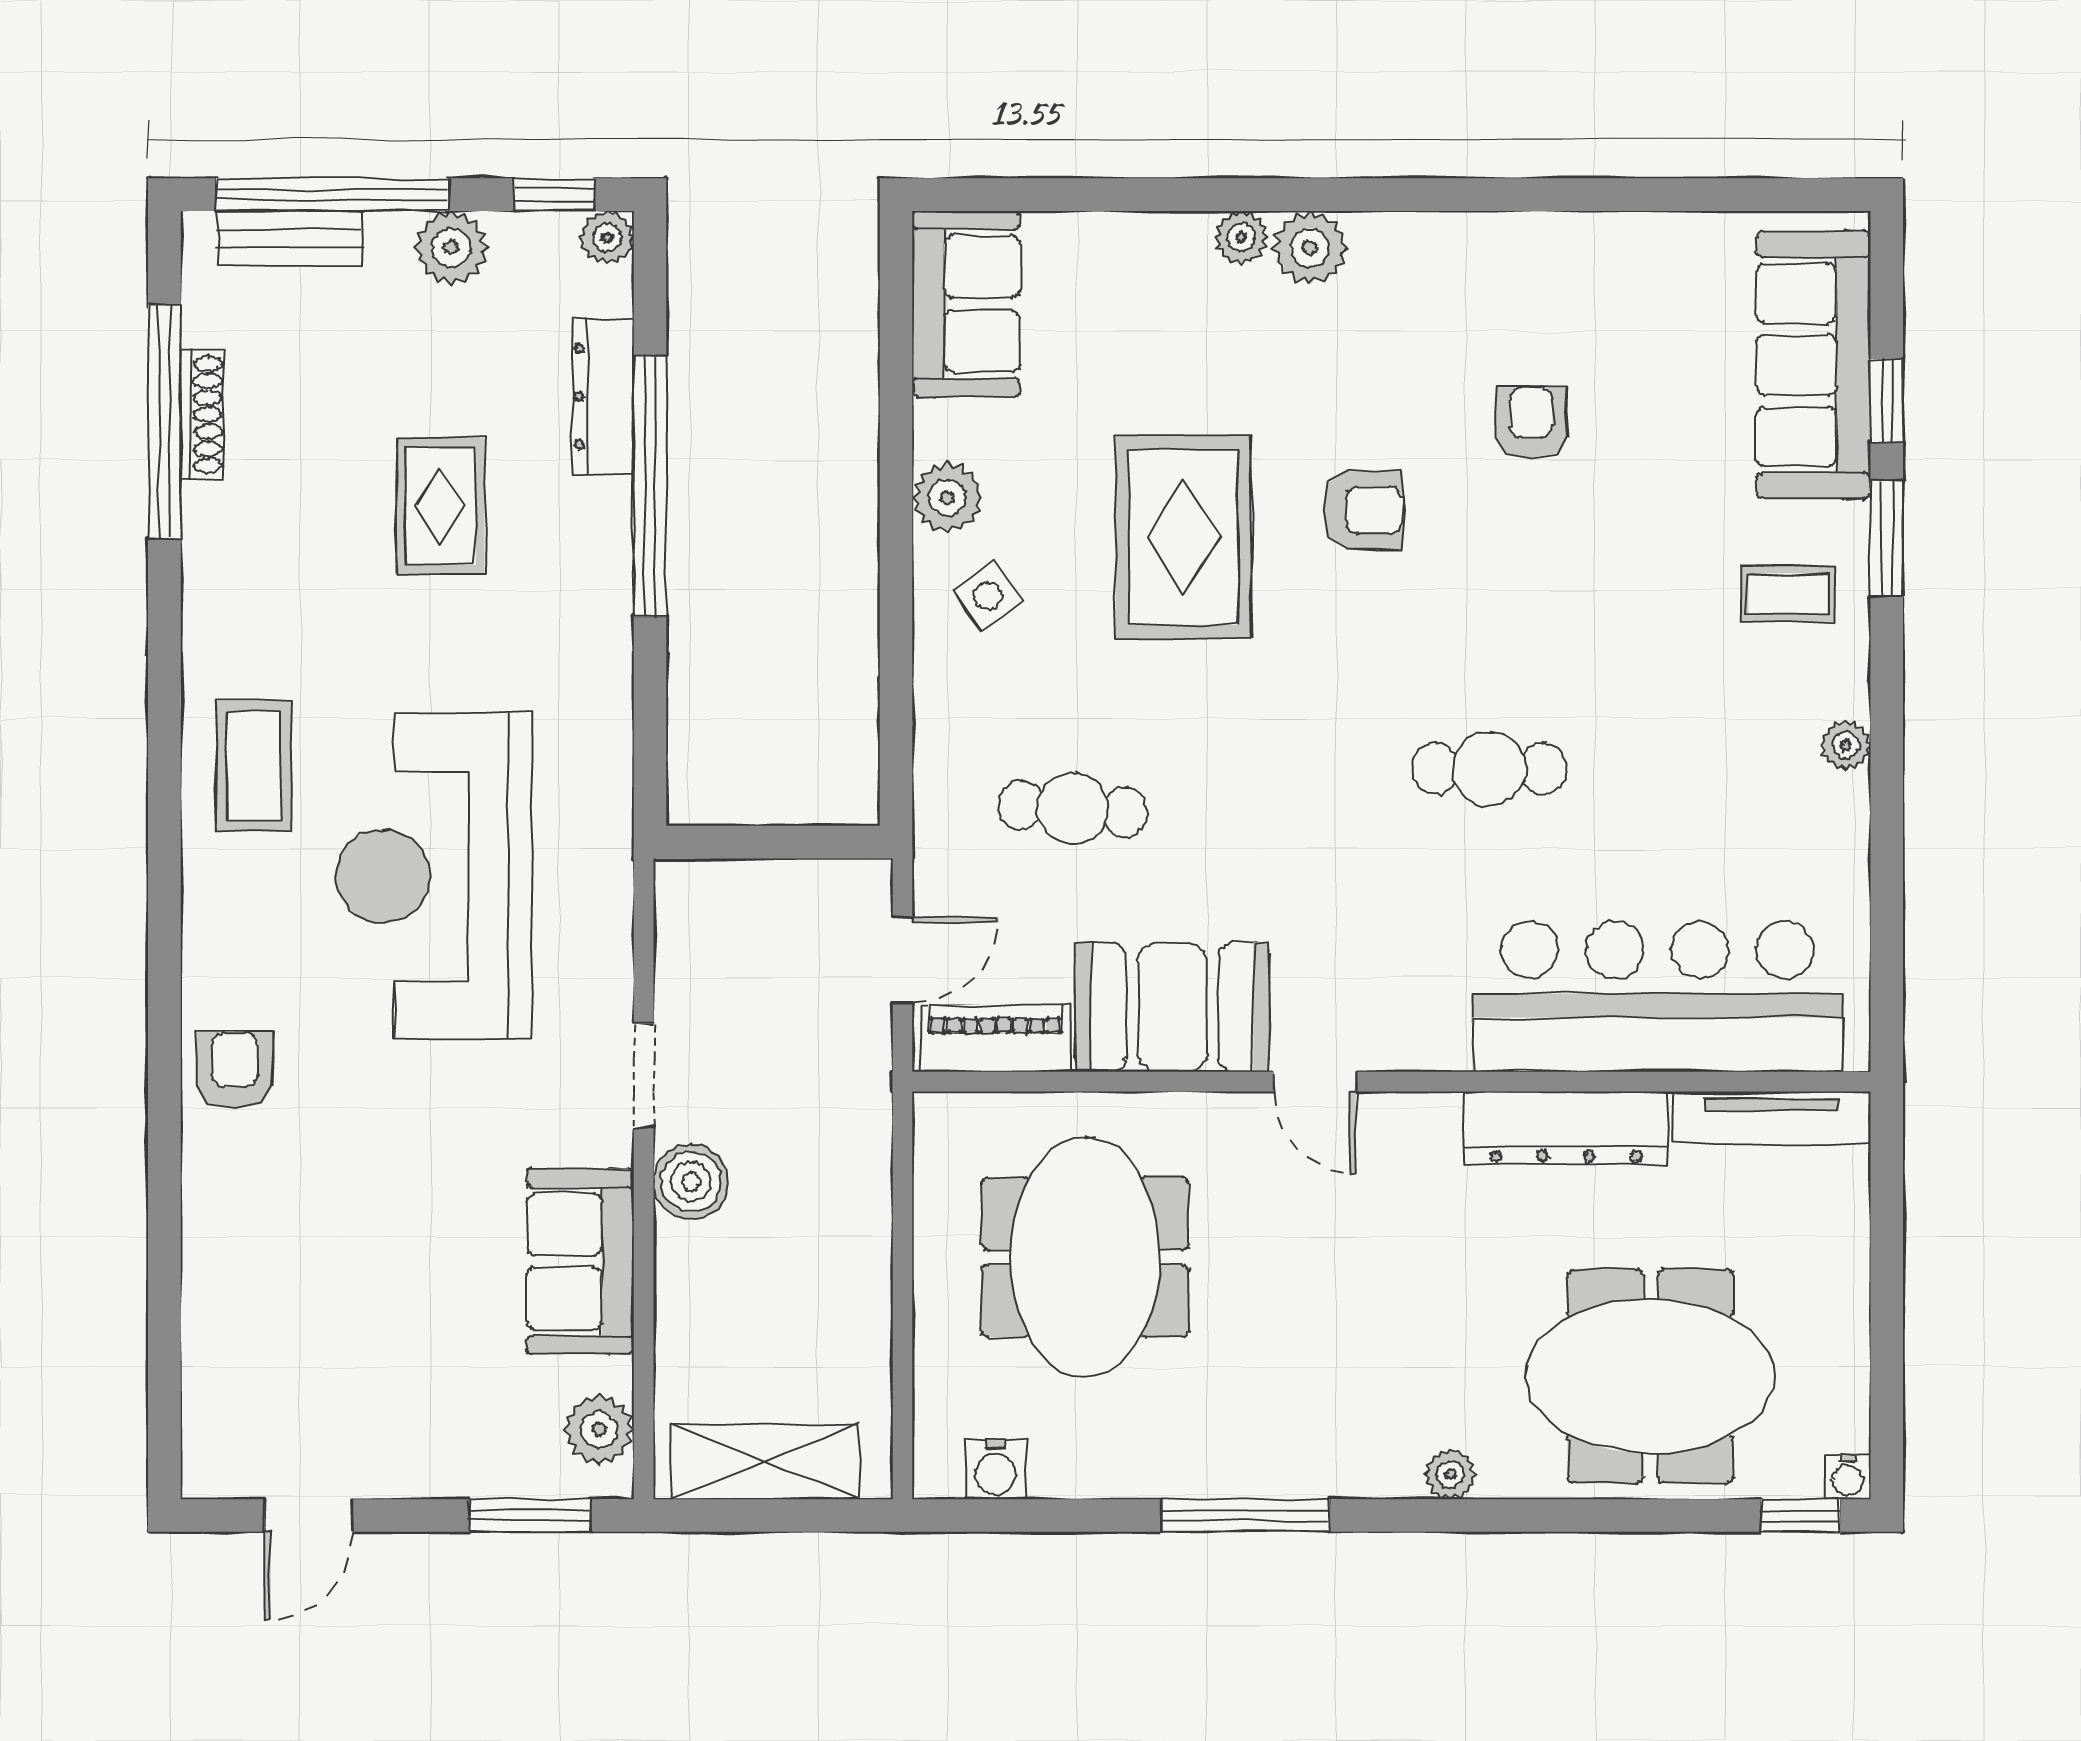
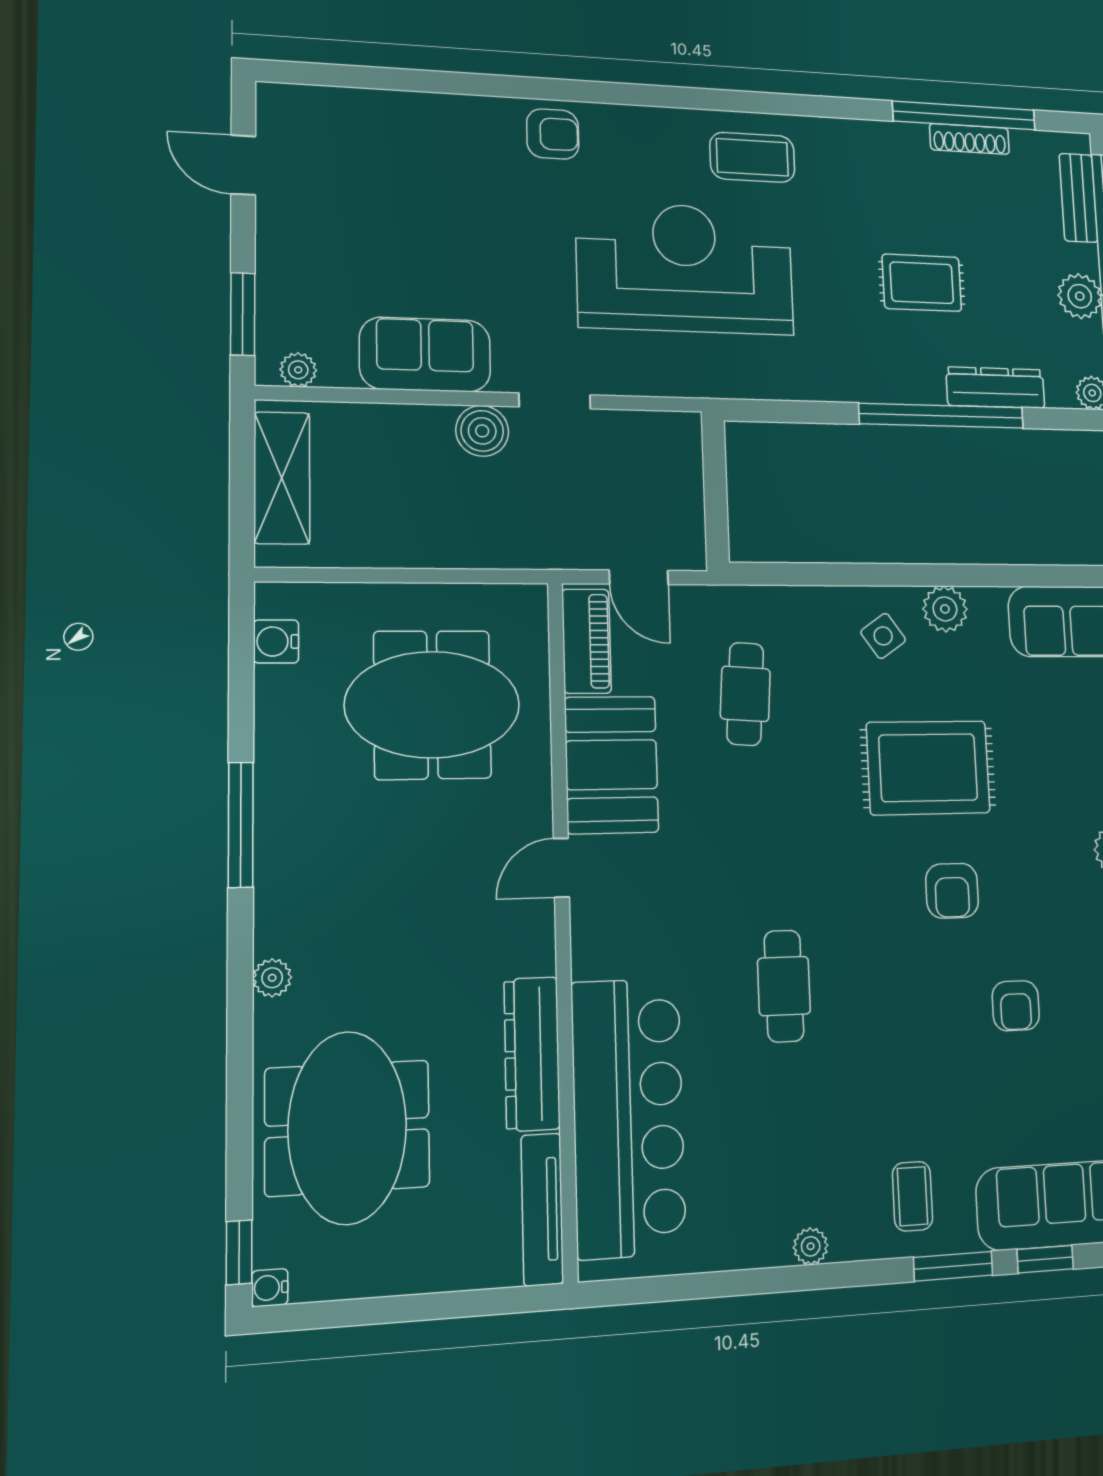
armchair: (1531, 422) -> (1016, 1006), turned 90
plant: (599, 1430) -> (298, 370), width x0.73, depth x0.73

